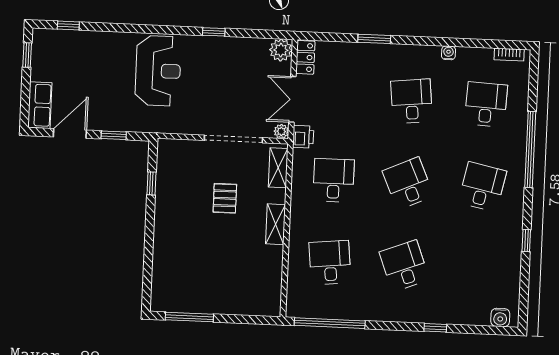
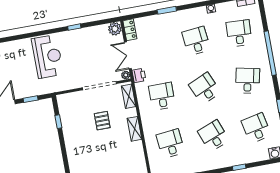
desk: (479, 269) -> (256, 128), added

